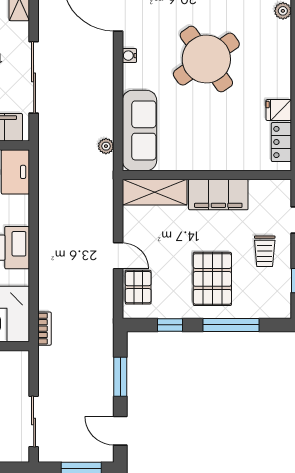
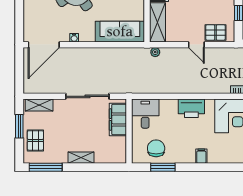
plant: (106, 146) -> (155, 52), moved
door: (118, 256) -> (196, 45), swing flipped

